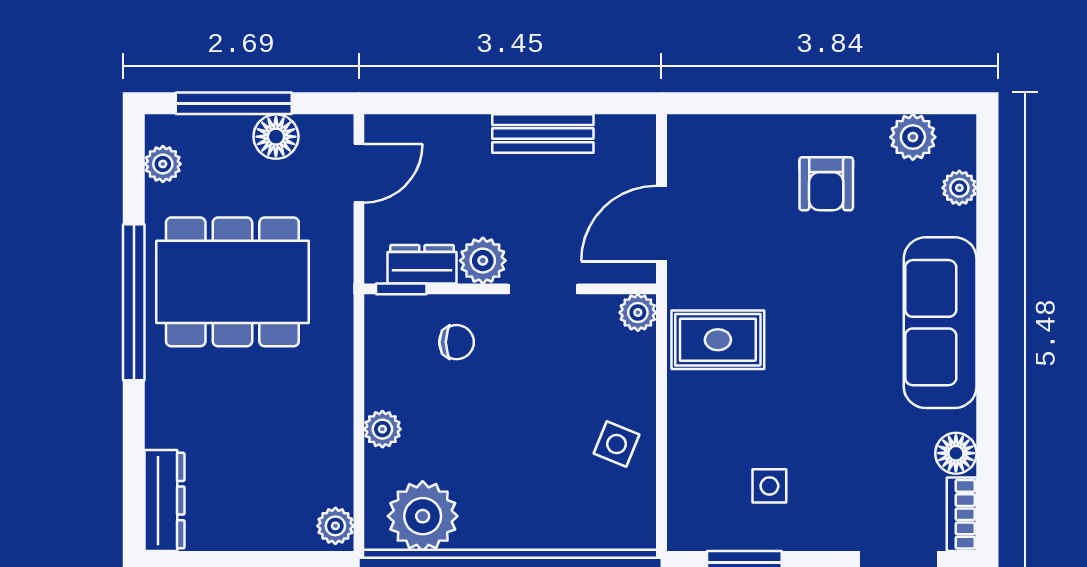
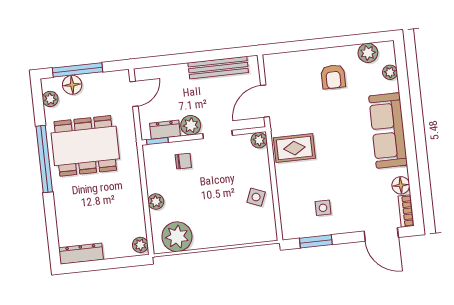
bench: (543, 134) -> (218, 68), width x1.36
floor lamp: (276, 137) -> (72, 85), moved
dresser: (165, 501) -> (81, 254), moved, turned -90

